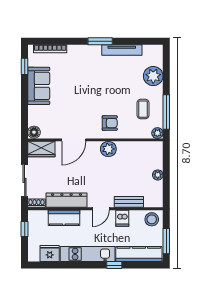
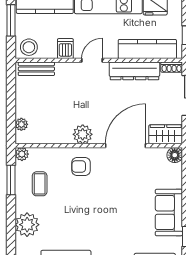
window: (166, 112) -> (11, 180), width x0.69
door: (74, 140) -> (125, 146), width x1.36
plant: (158, 175) -> (21, 124), moved
bench: (129, 202) -> (36, 69), moved
kitchen counter: (64, 218) -> (147, 49), width x1.50

